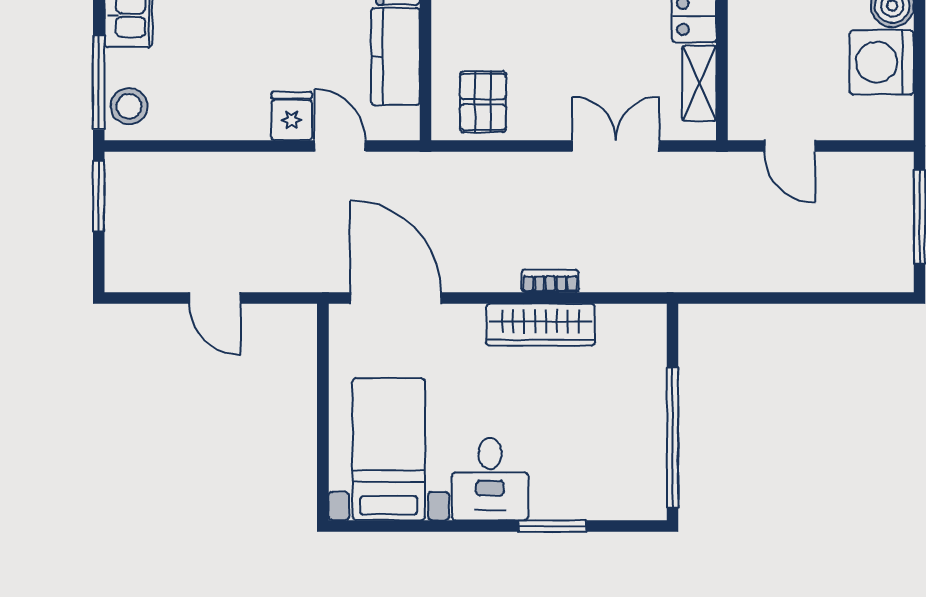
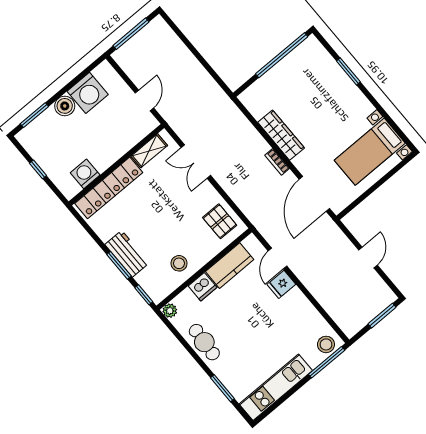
pallet: (483, 102) -> (220, 221), turned 90
window: (99, 196) -> (382, 316), moved
bookcase: (550, 281) -> (277, 162), moved
desk: (490, 479) -> (350, 107), removed

